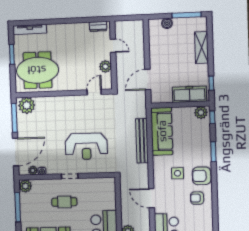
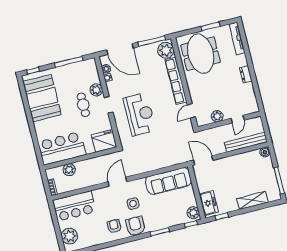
boiler: (167, 23) -> (265, 152), moved
dresser: (98, 26) -> (246, 74), moved
door: (148, 80) -> (203, 160), moved
door: (94, 92) -> (191, 111), swing flipped
freezer: (189, 94) -> (209, 203), width x0.71
row of seats: (60, 102) -> (176, 81), added
bench: (142, 141) -> (246, 142), moved
reception desk: (86, 146) -> (140, 114), turned 180
plant: (25, 186) -> (96, 90), moved
fridge: (106, 189) -> (104, 141), added
door: (152, 198) -> (117, 182), moved

